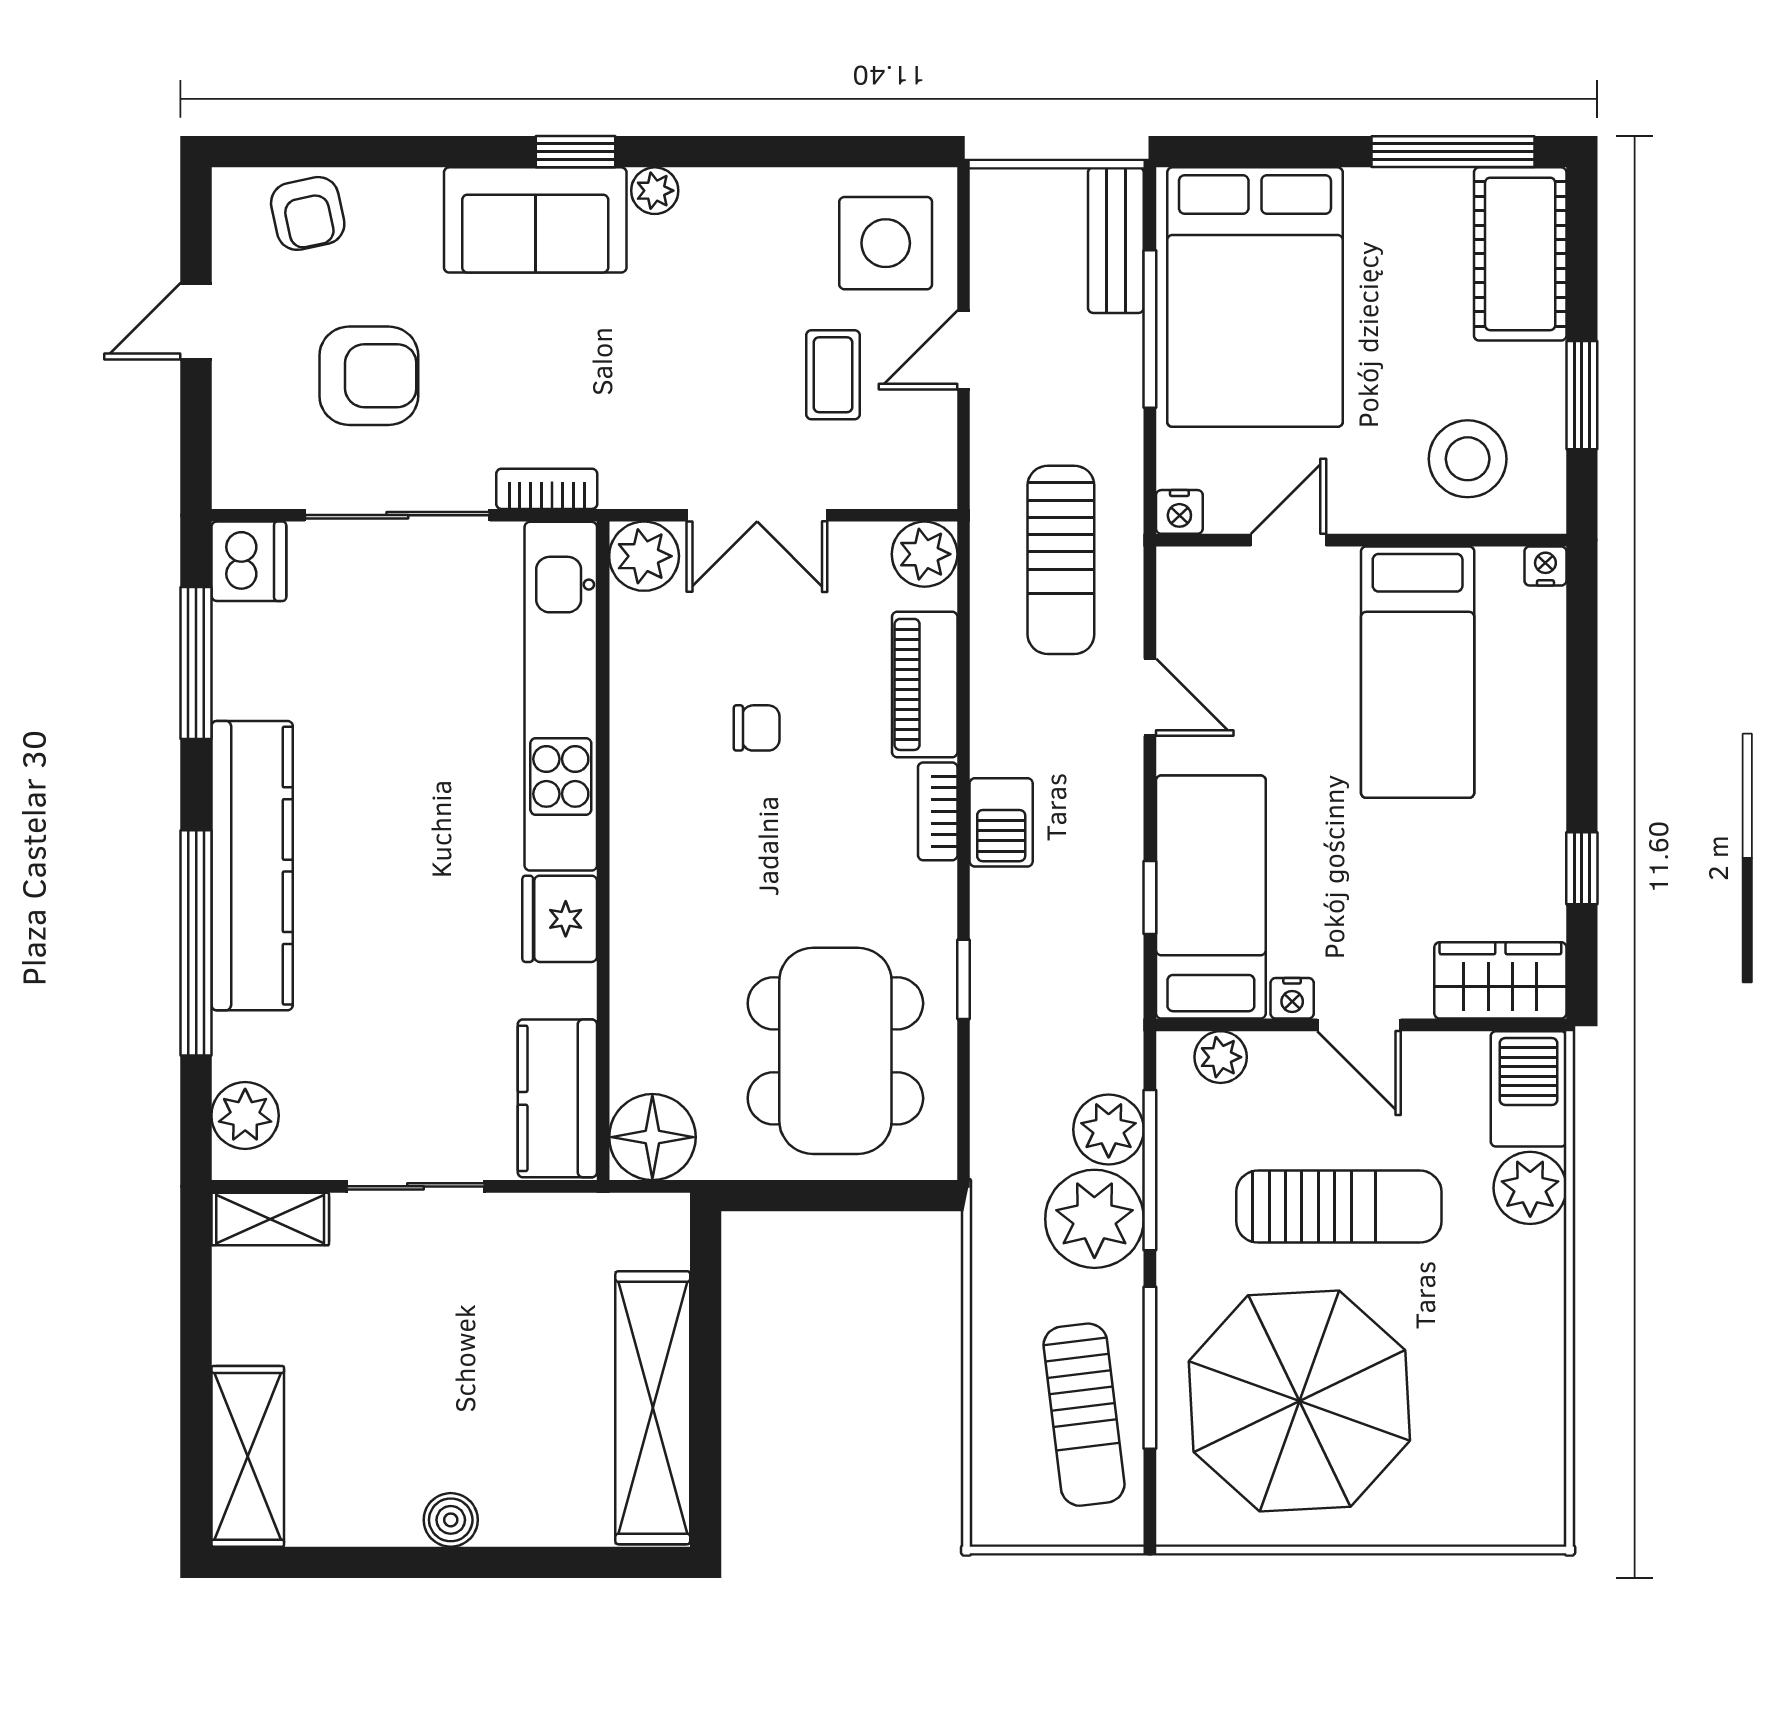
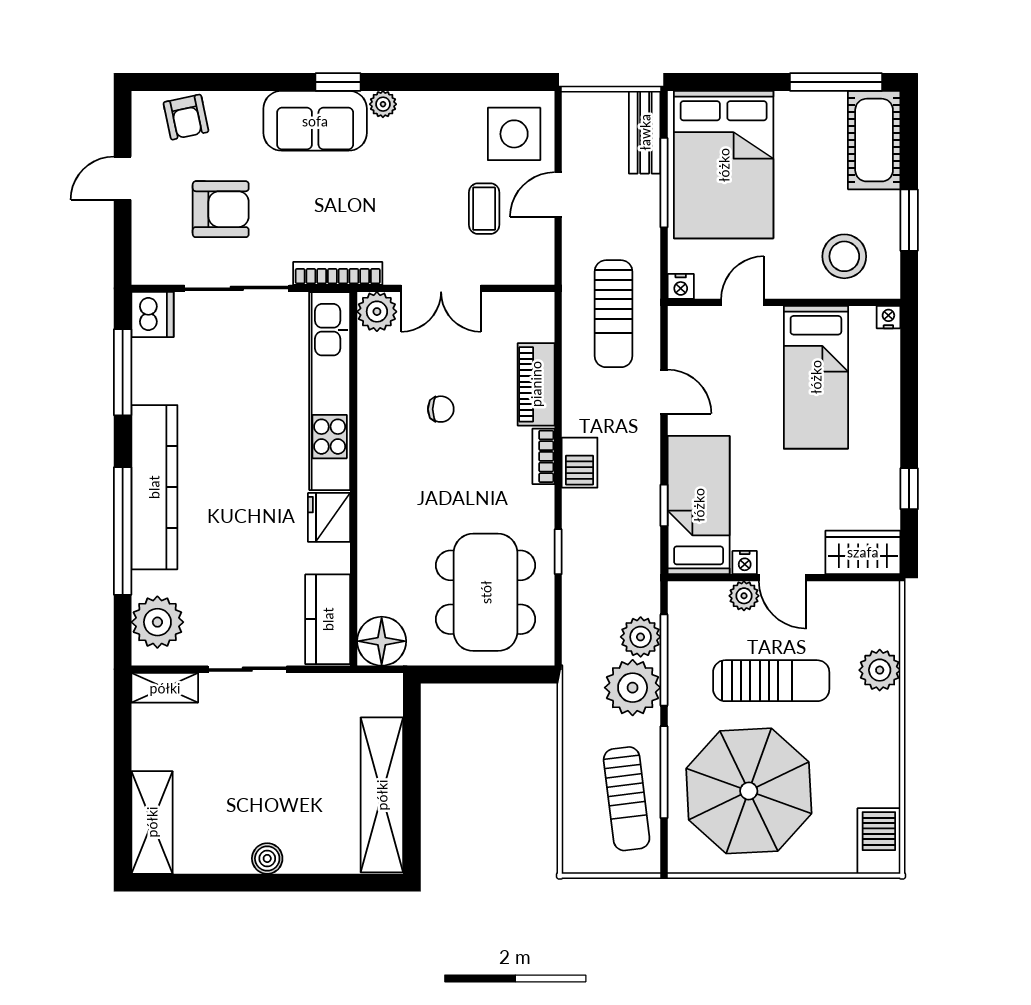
bookcase: (547, 489) -> (338, 273), width x1.56
plant: (925, 554) -> (536, 310), removed
plant: (1221, 1057) -> (744, 596), moved
barbecue: (1529, 1089) -> (879, 841), moved
plant: (245, 1116) -> (157, 622), width x1.36, depth x1.36

